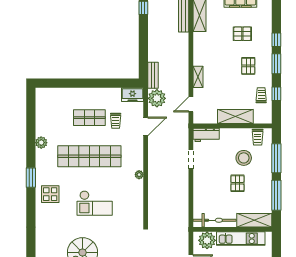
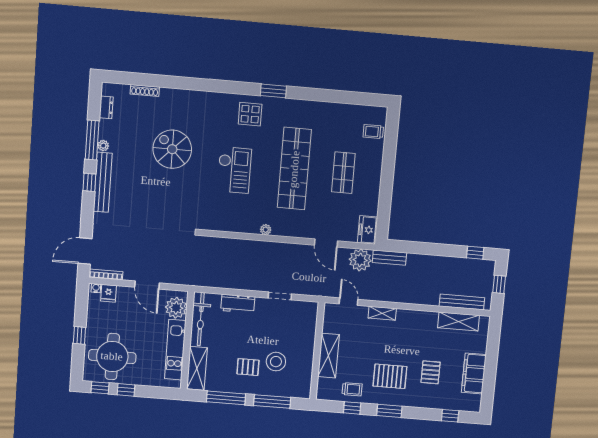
window: (276, 40) -> (450, 416), moved
pallet: (248, 66) -> (390, 376), width x1.50, depth x1.42
trolley: (116, 121) -> (373, 132), moved
workbench: (206, 135) -> (238, 304), moved, turned -90
trolley: (258, 137) -> (300, 381), removed
plant: (41, 143) -> (317, 108), removed
pallet: (237, 183) -> (248, 367), moved
checkout: (95, 203) -> (234, 170), turned 180

